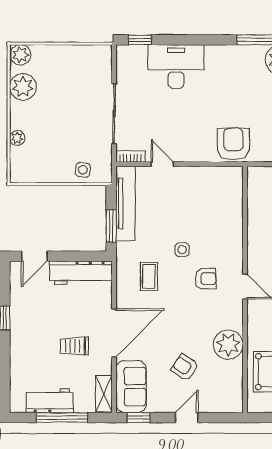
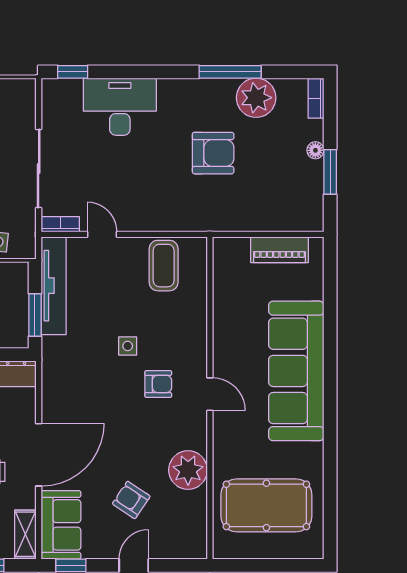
armchair: (233, 144) -> (213, 153), moved, turned 90
coffee table: (149, 276) -> (164, 266), moved, width x1.36, depth x1.30

